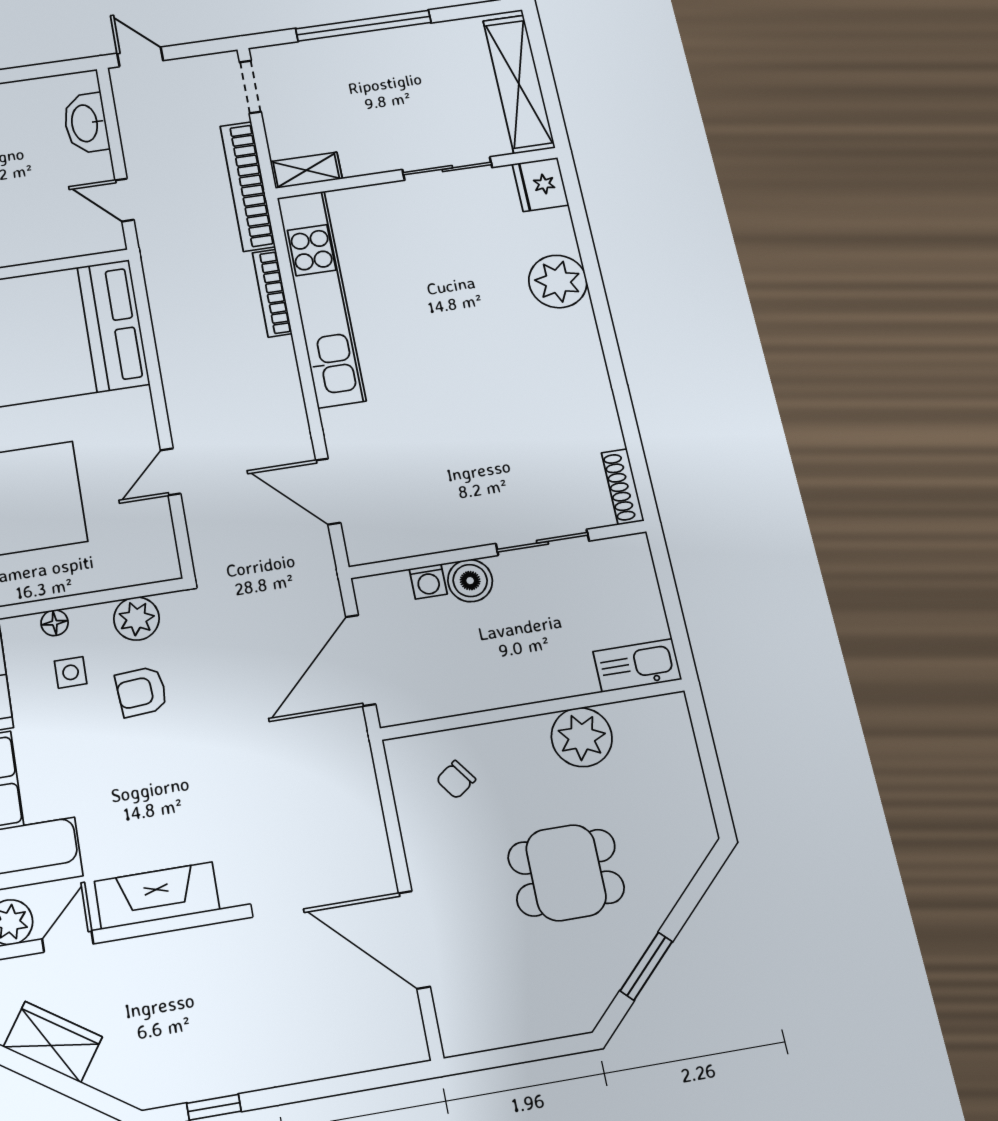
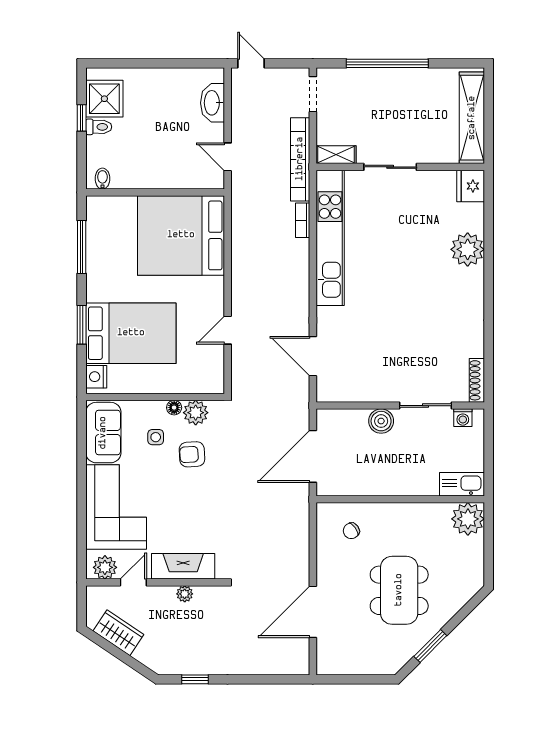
sliding door: (447, 169) -> (390, 167), moved
bookcase: (272, 293) -> (303, 220), width x0.64
washing machine: (428, 581) -> (463, 418), moved
floor lamp: (55, 623) -> (174, 408), moved
plant: (582, 737) -> (468, 519), moved
dining table: (566, 873) -> (399, 590), width x1.38
door: (414, 940) -> (313, 612), hinge flipped
plant: (168, 947) -> (185, 594), added

